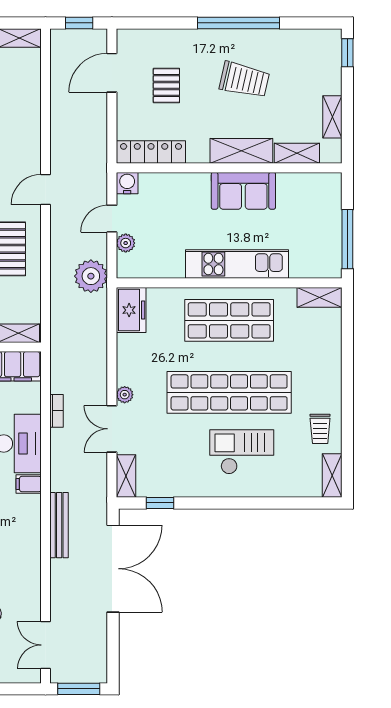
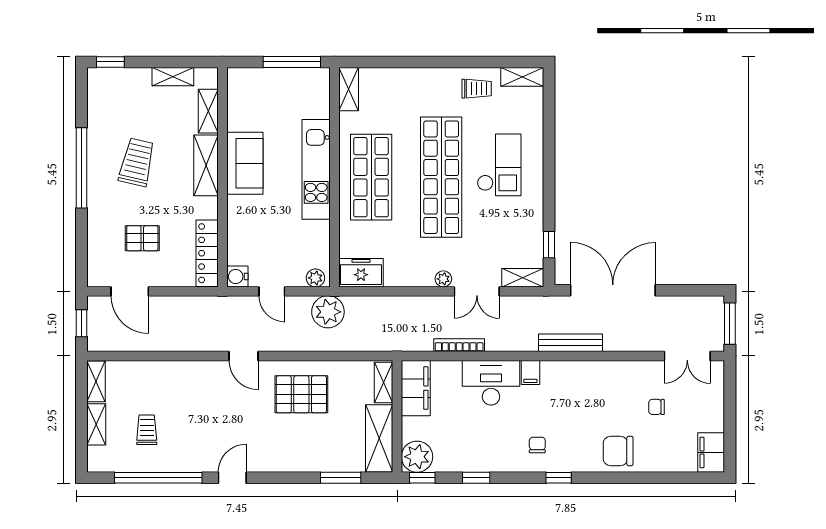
plant: (126, 243) -> (315, 278), moved
bookcase: (57, 411) -> (459, 345), width x1.56
checkout: (242, 452) -> (499, 165), turned 180

